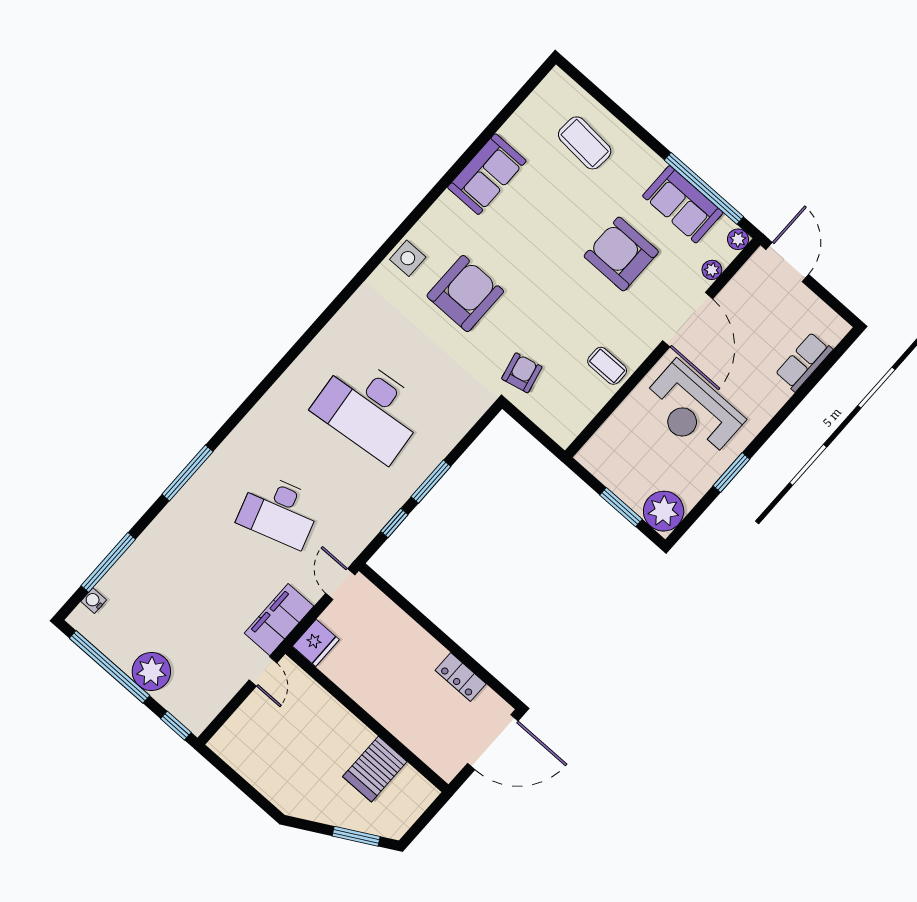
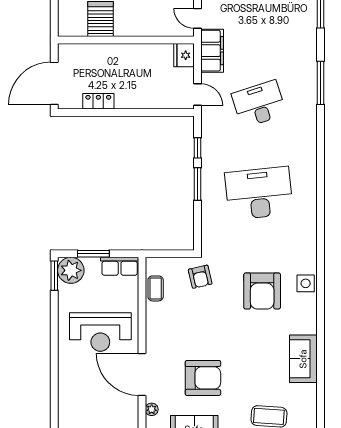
row of seats: (804, 362) -> (120, 266), moved, turned 90
coffee table: (607, 366) -> (156, 288), moved, turned 90
reception desk: (692, 410) -> (100, 332), turned 180
window: (731, 472) -> (54, 276), moved

